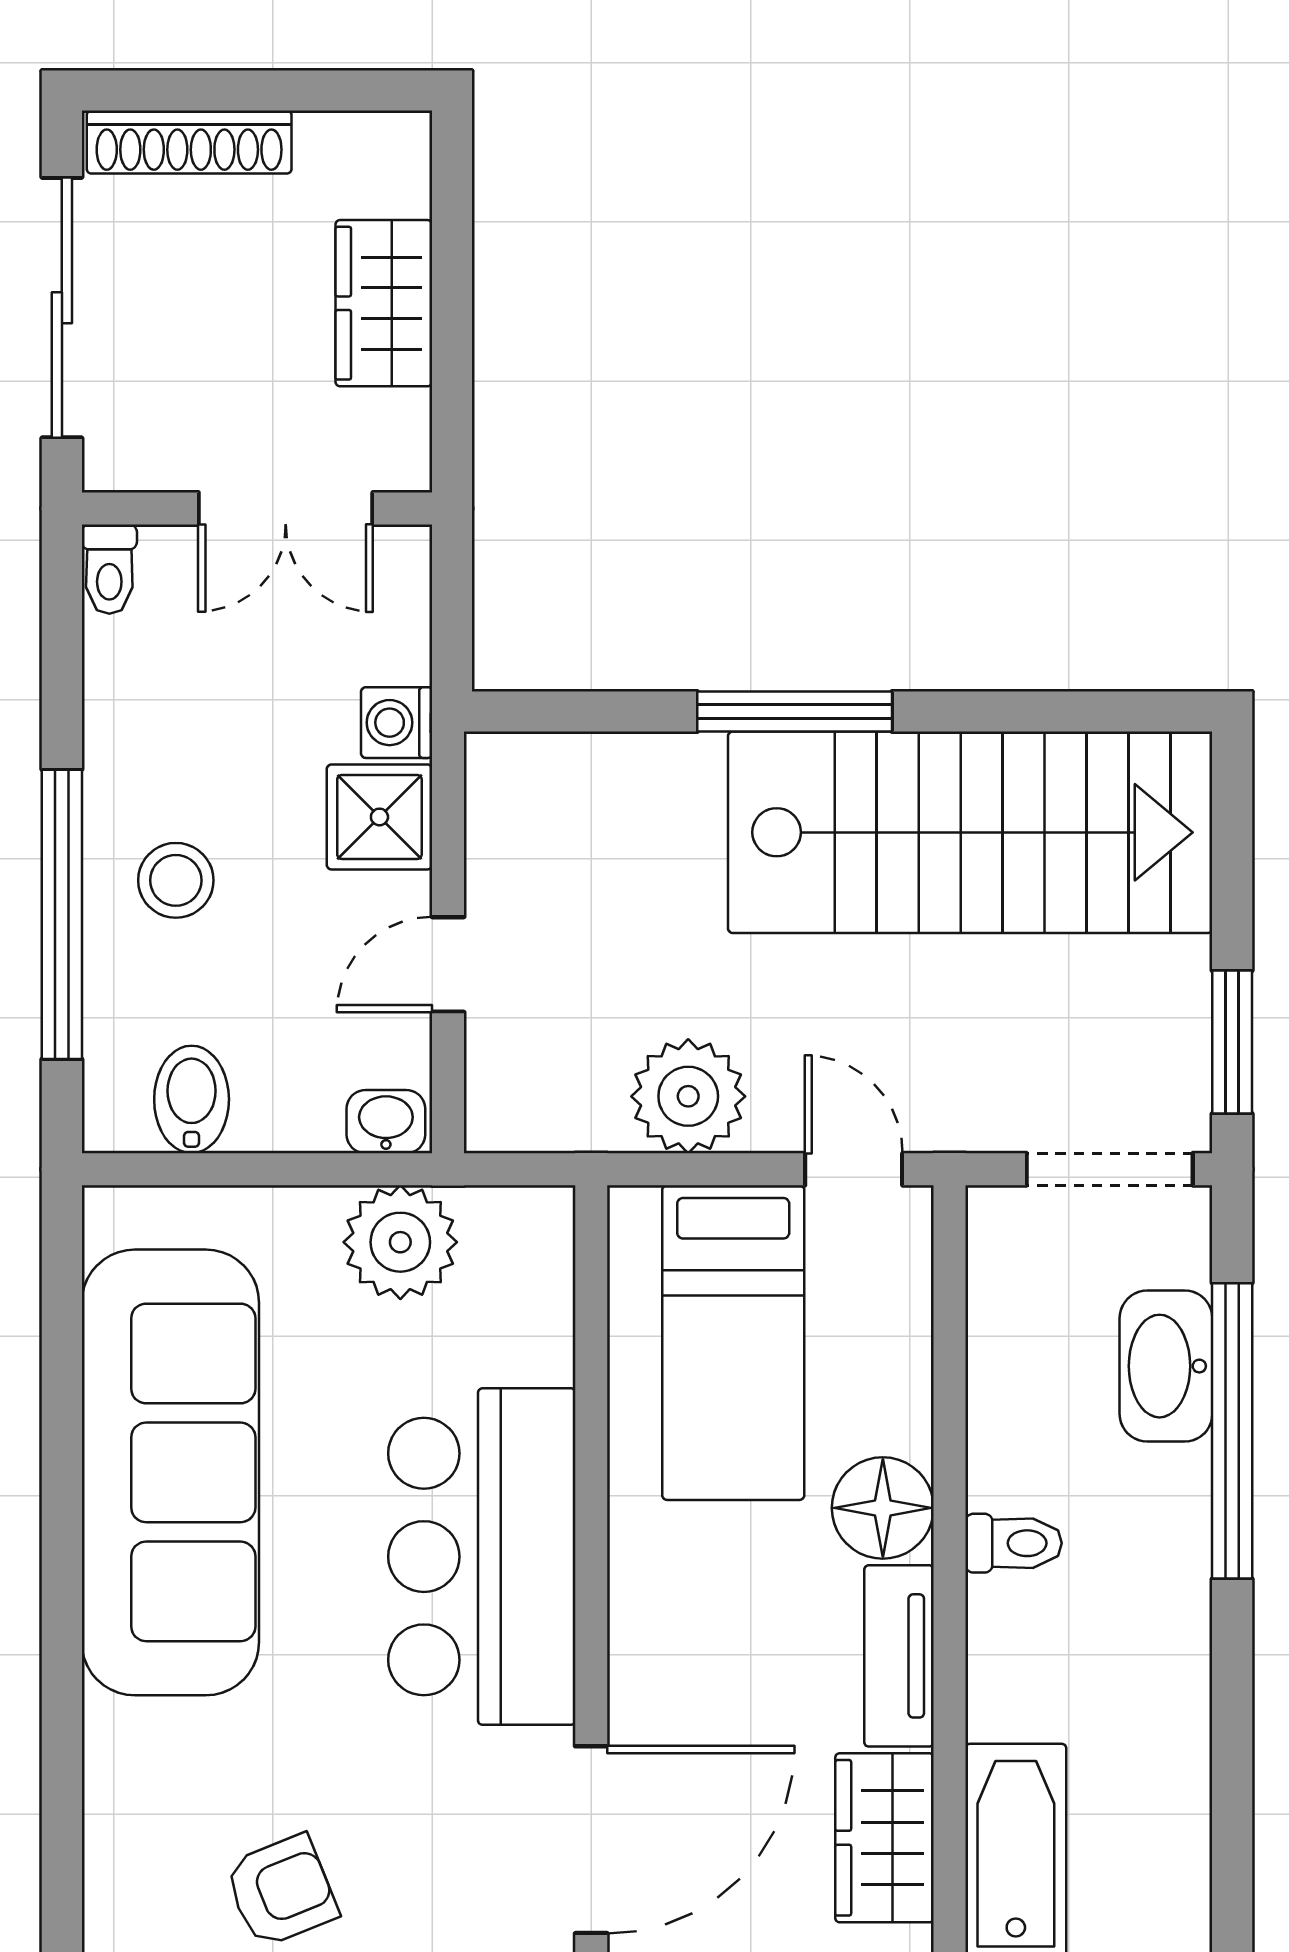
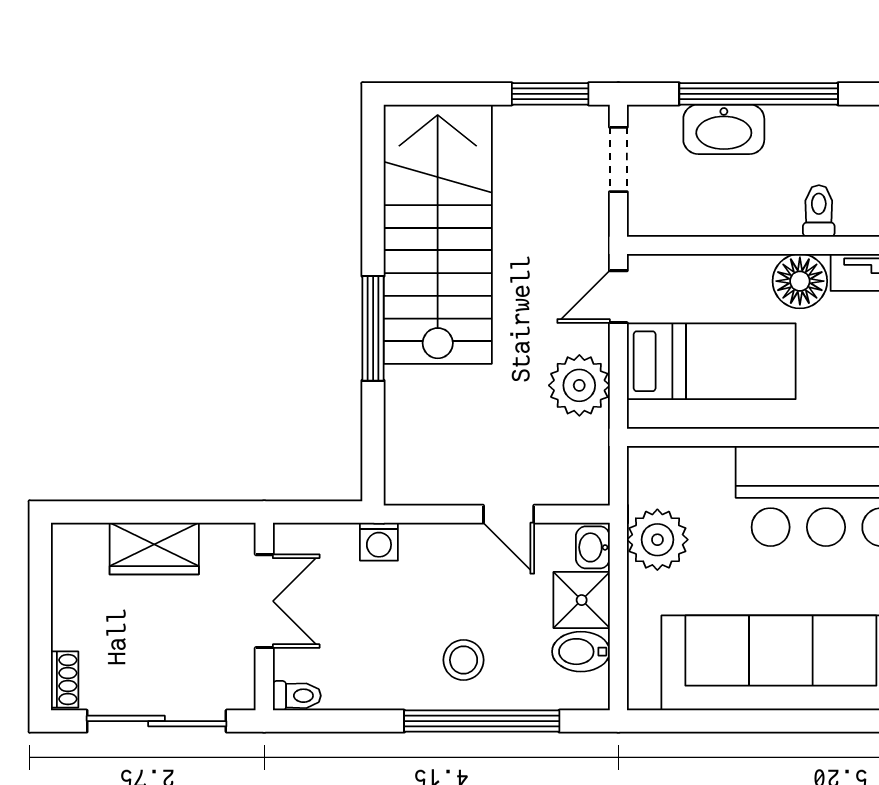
shoe rack: (189, 142) -> (65, 679), width x0.51, depth x0.81
shower: (379, 817) -> (582, 600), moved
doorway: (1110, 1169) -> (618, 159), width x0.73

